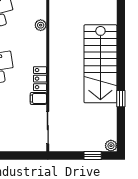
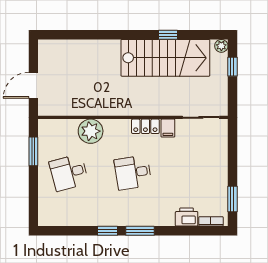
plant: (41, 25) -> (91, 131), width x1.88, depth x1.88
stairs: (100, 64) -> (165, 58), moved

